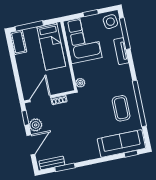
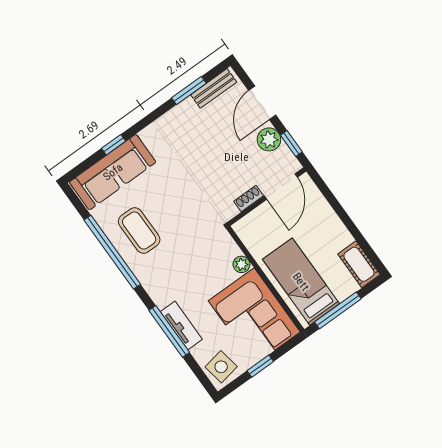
window: (29, 26) -> (338, 310), moved
window: (125, 33) -> (169, 331), moved
plant: (80, 83) -> (241, 264), moved
window: (131, 154) -> (113, 145), moved

